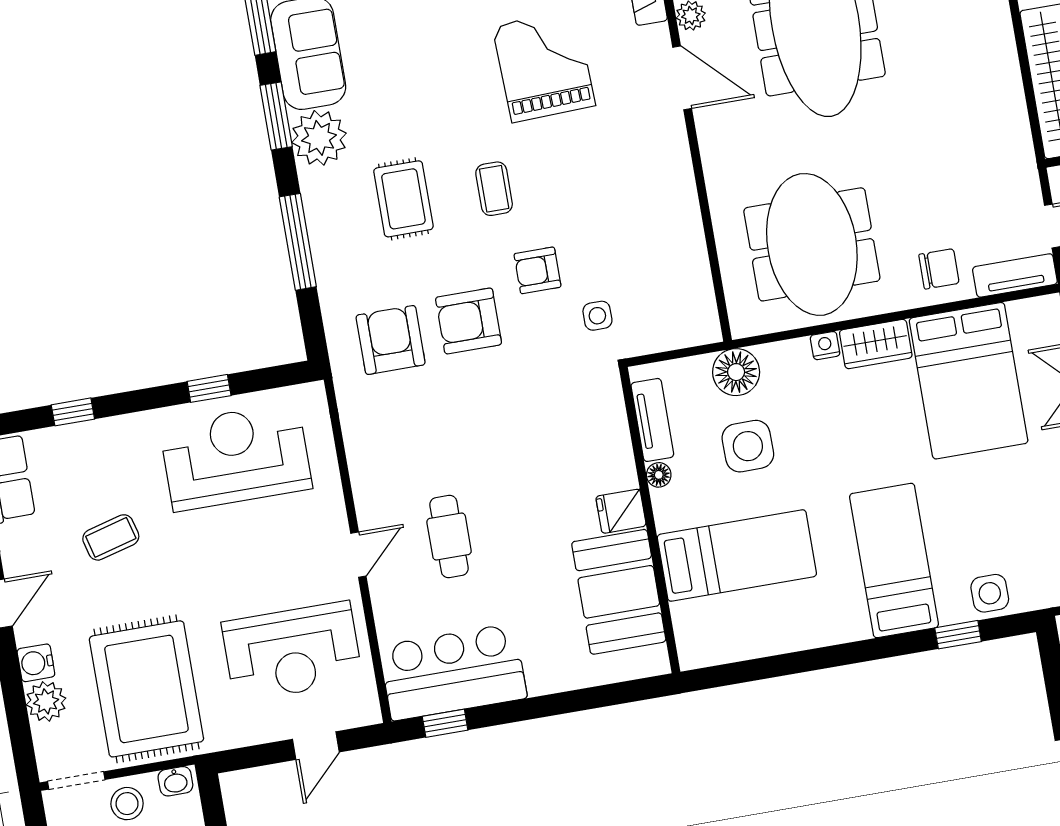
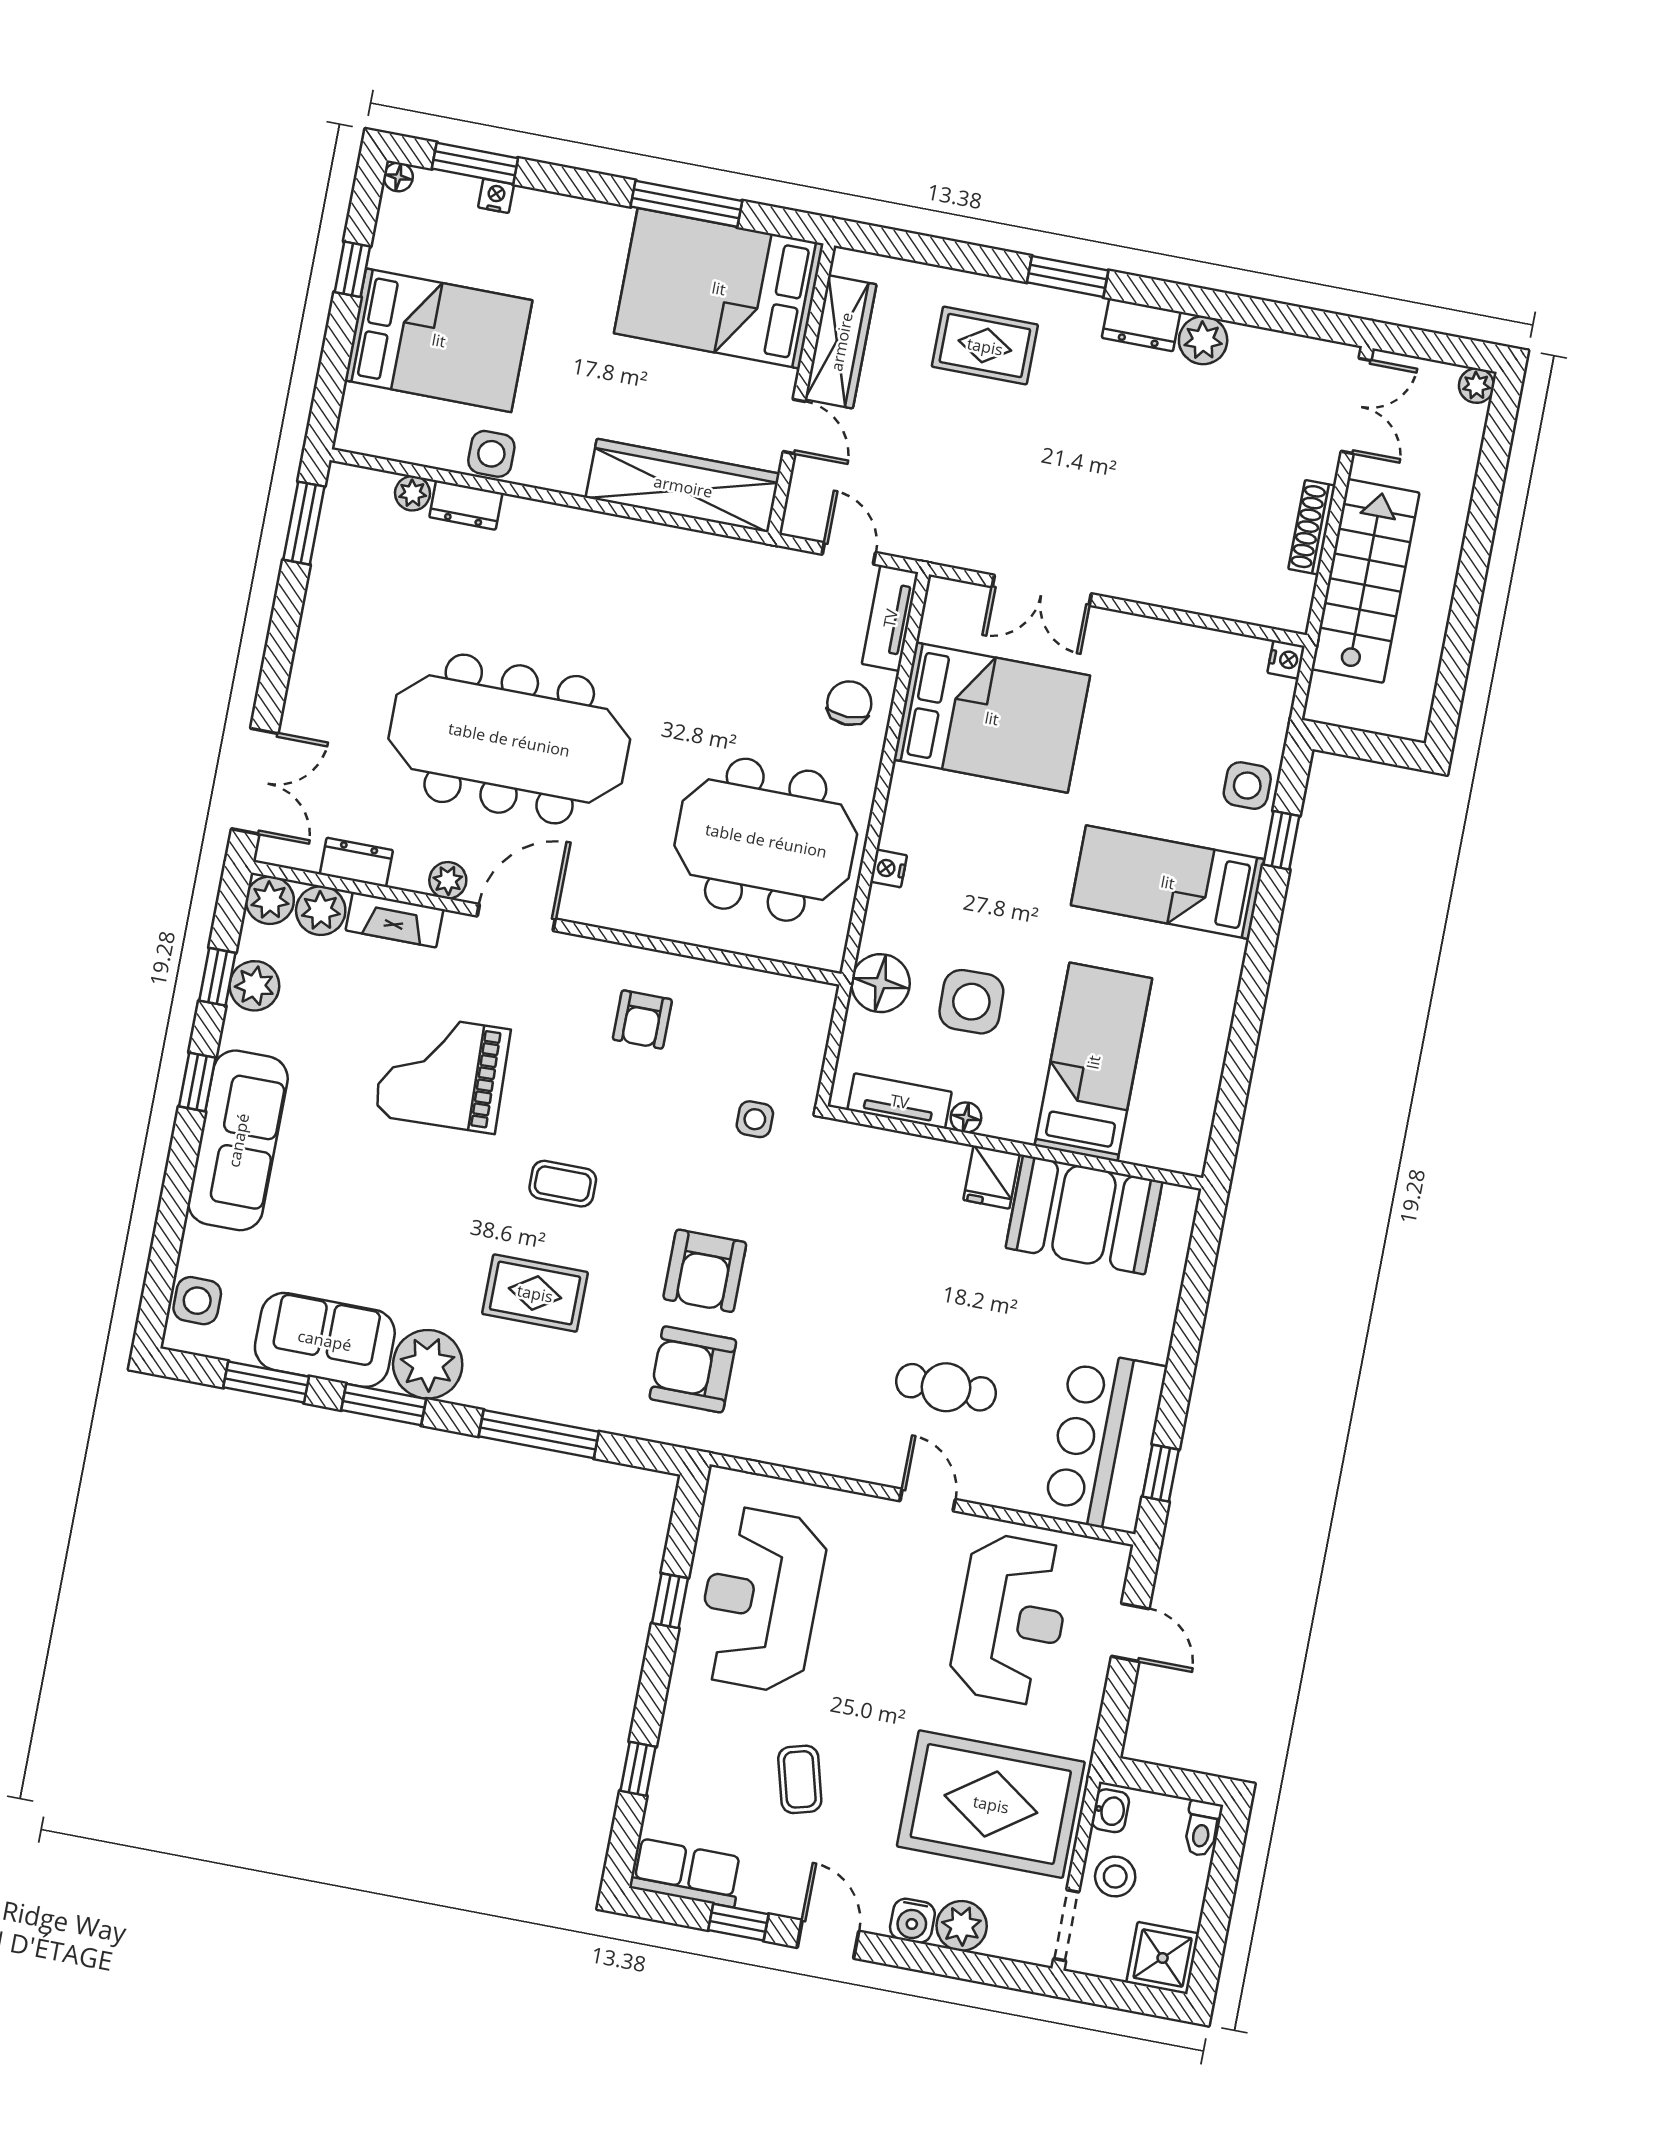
armchair: (537, 270) -> (642, 1020), moved
wardrobe: (876, 344) -> (909, 809), removed

